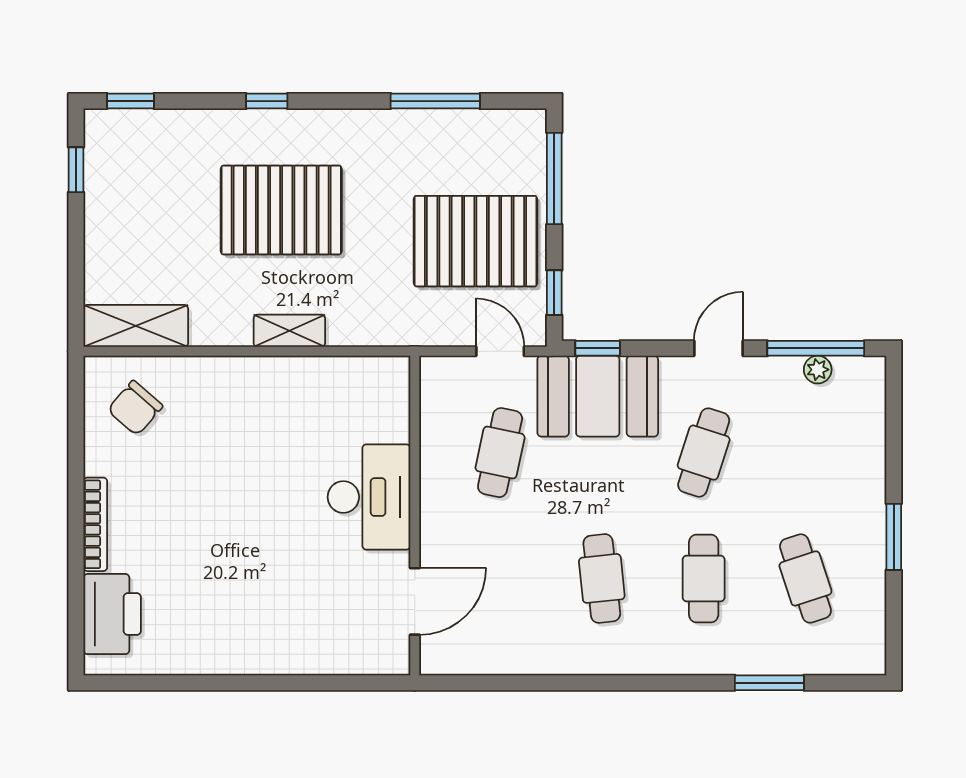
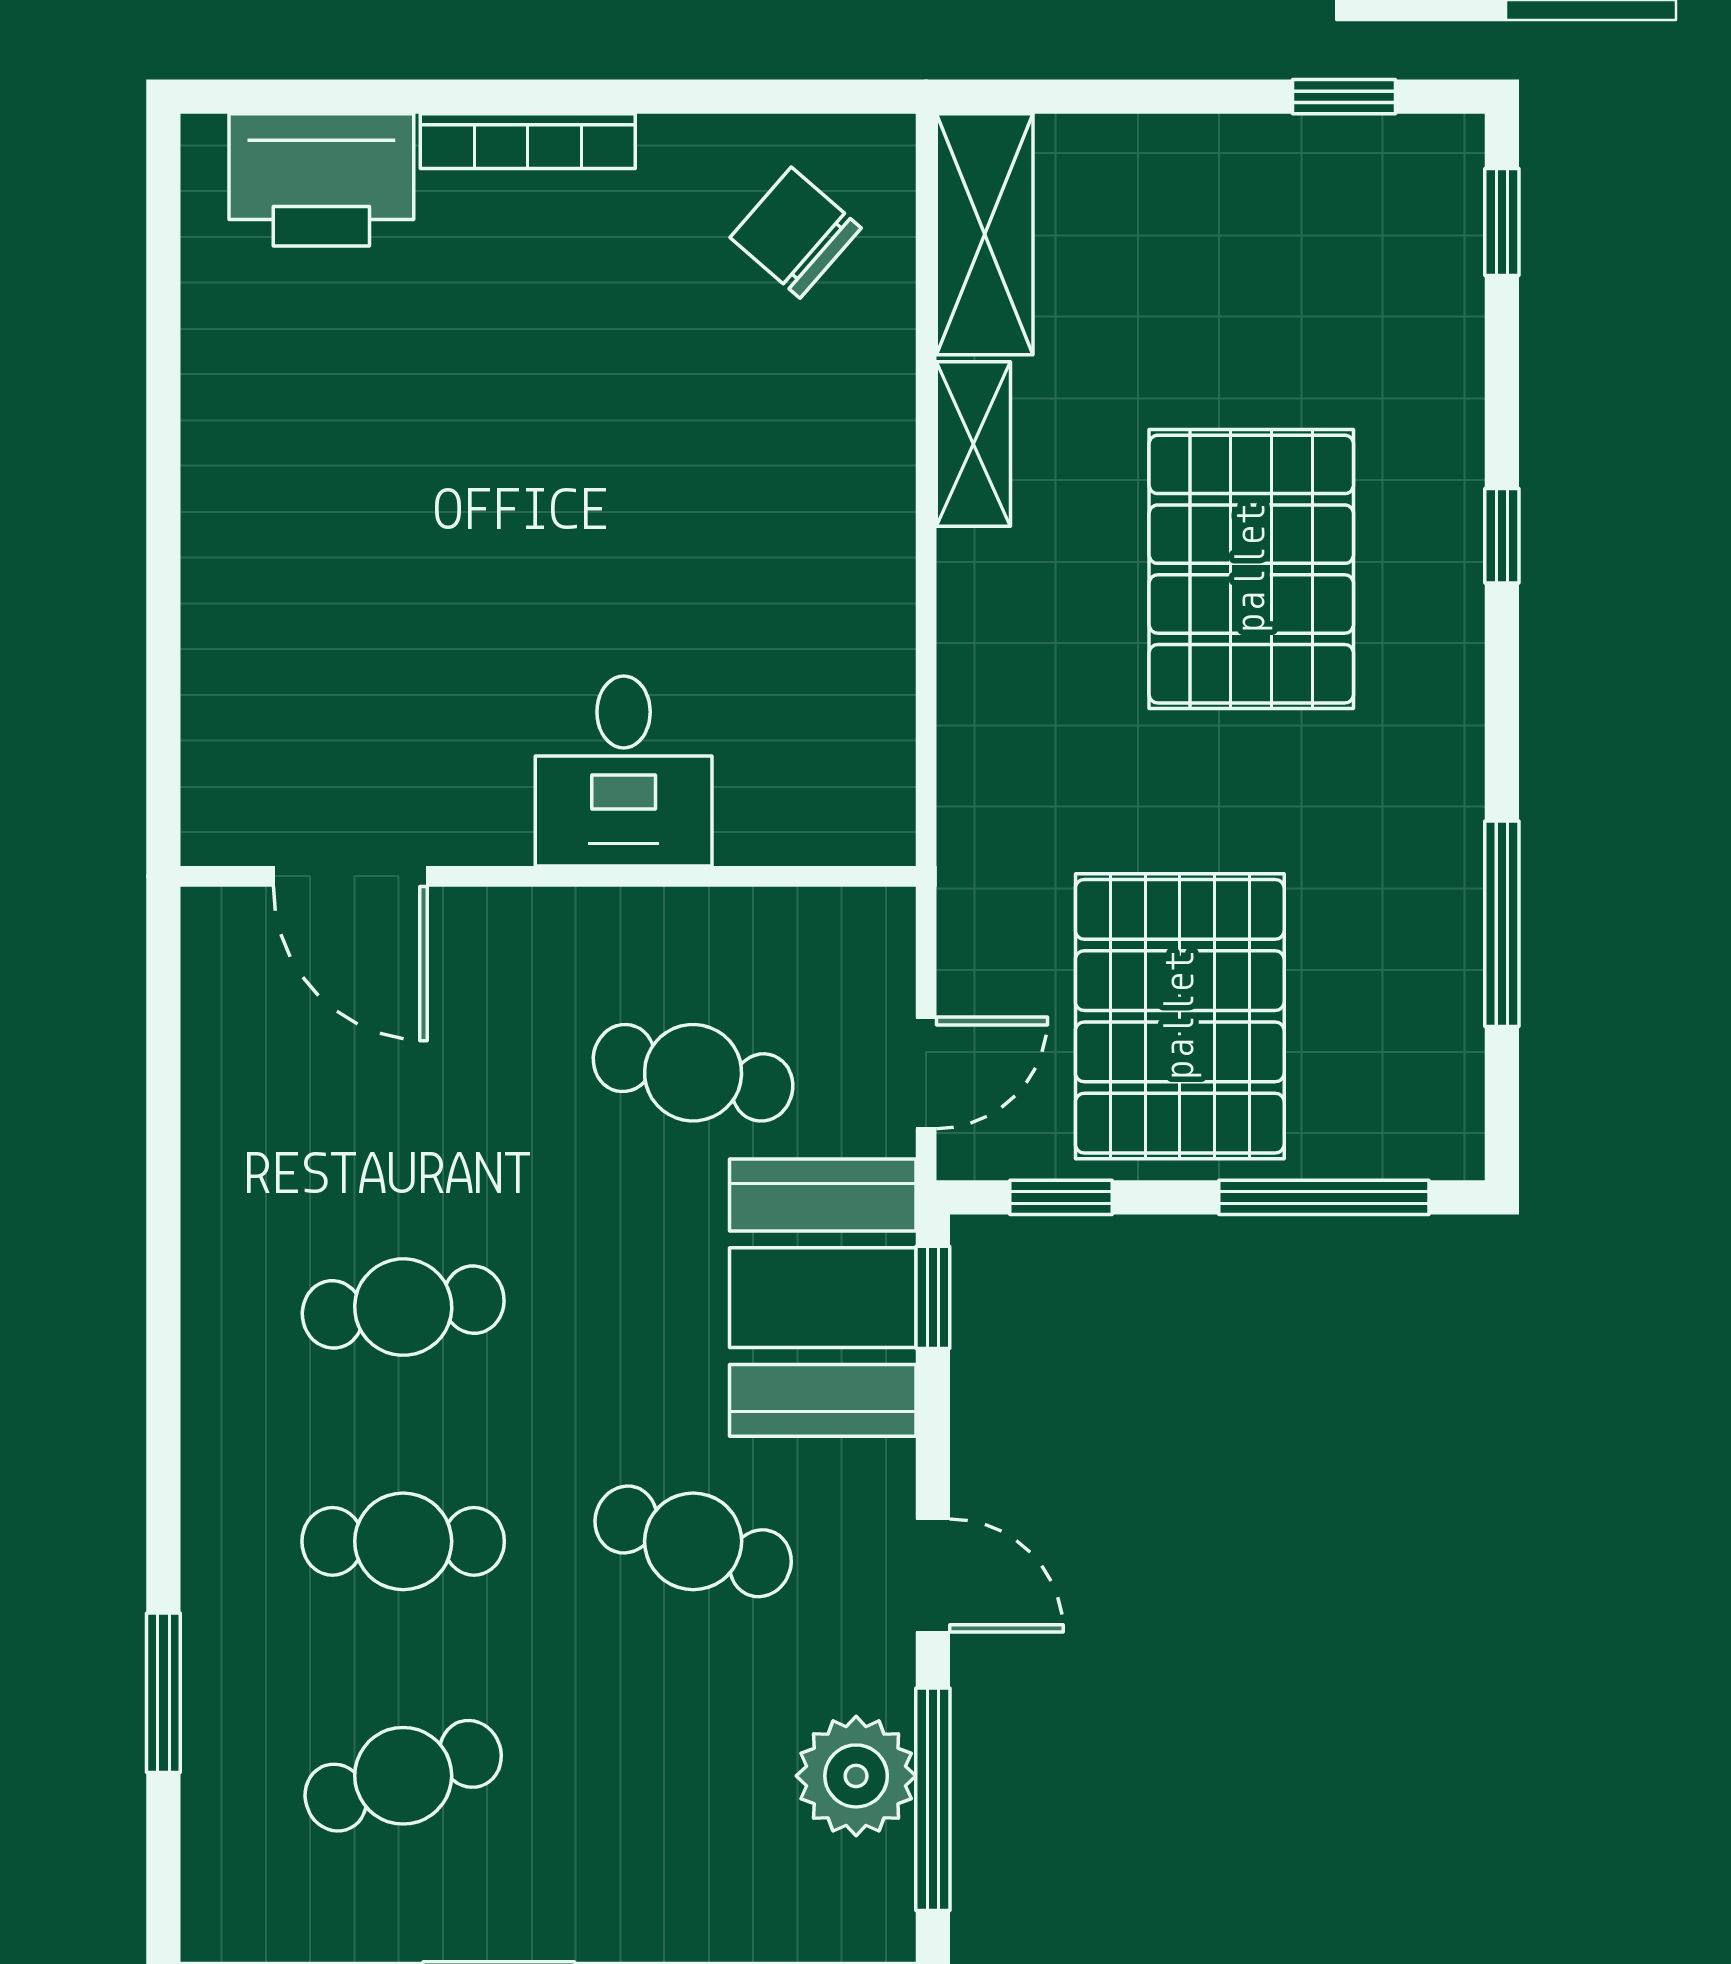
shelving: (289, 331) -> (973, 444), moved
plant: (818, 370) -> (856, 1776), width x1.87, depth x1.87
desk: (369, 497) -> (624, 771), width x0.73

